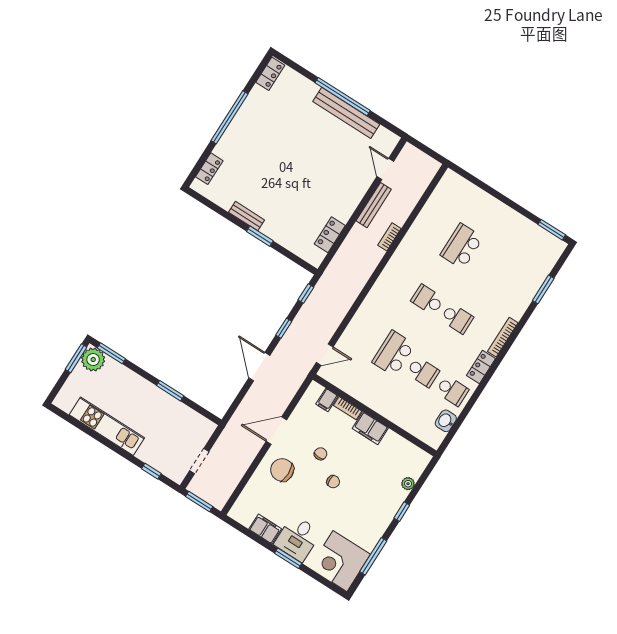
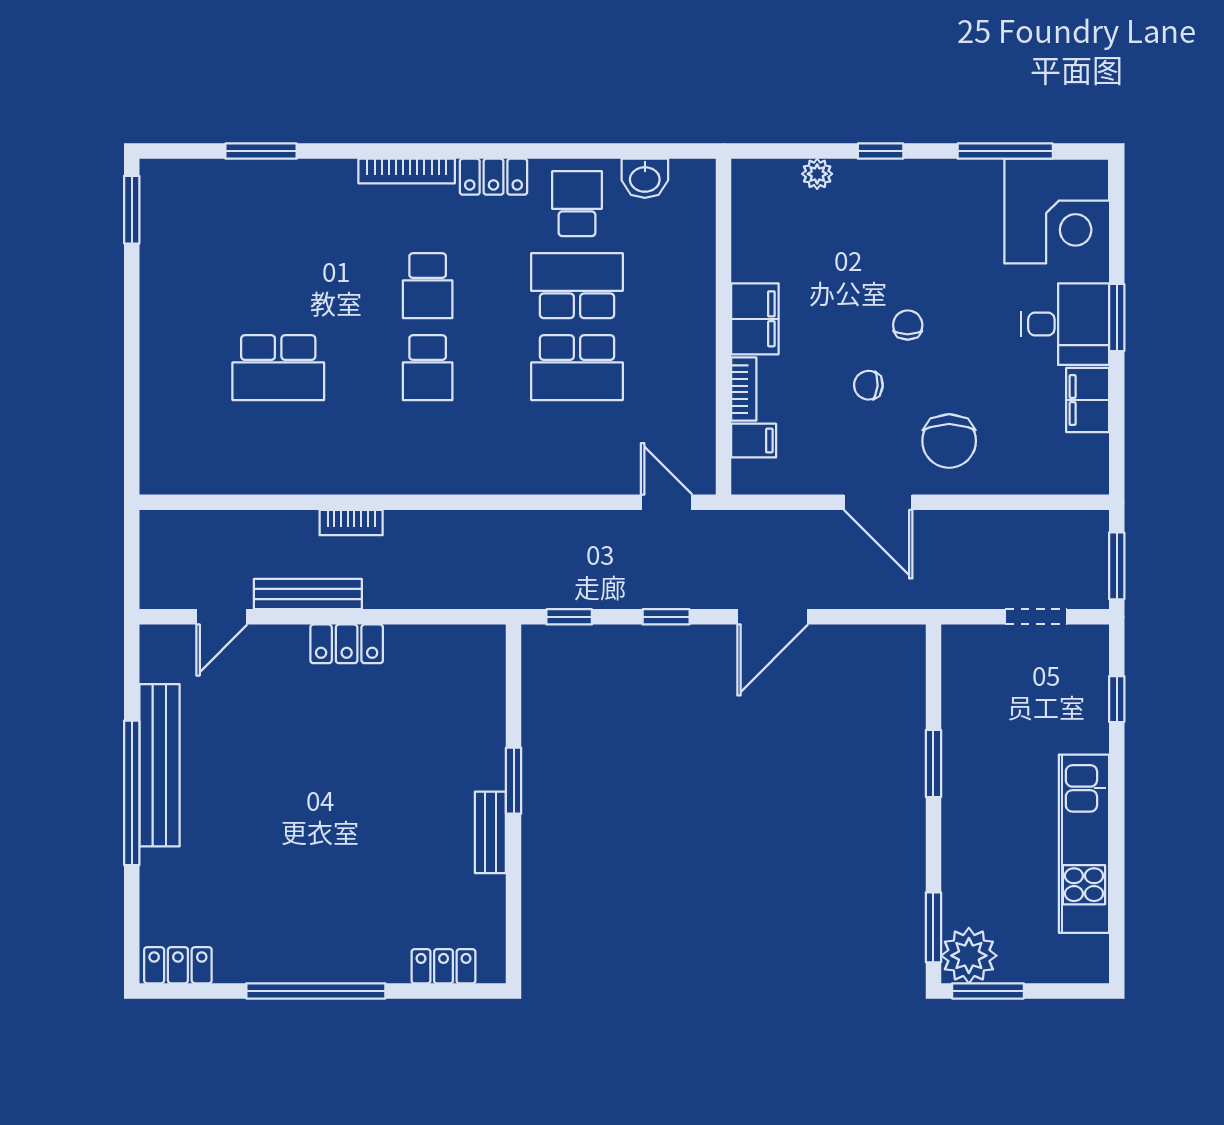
locker: (330, 235) -> (347, 644), moved
school desk: (457, 318) -> (428, 286), turned 180
school desk: (423, 372) -> (577, 286), width x1.85

